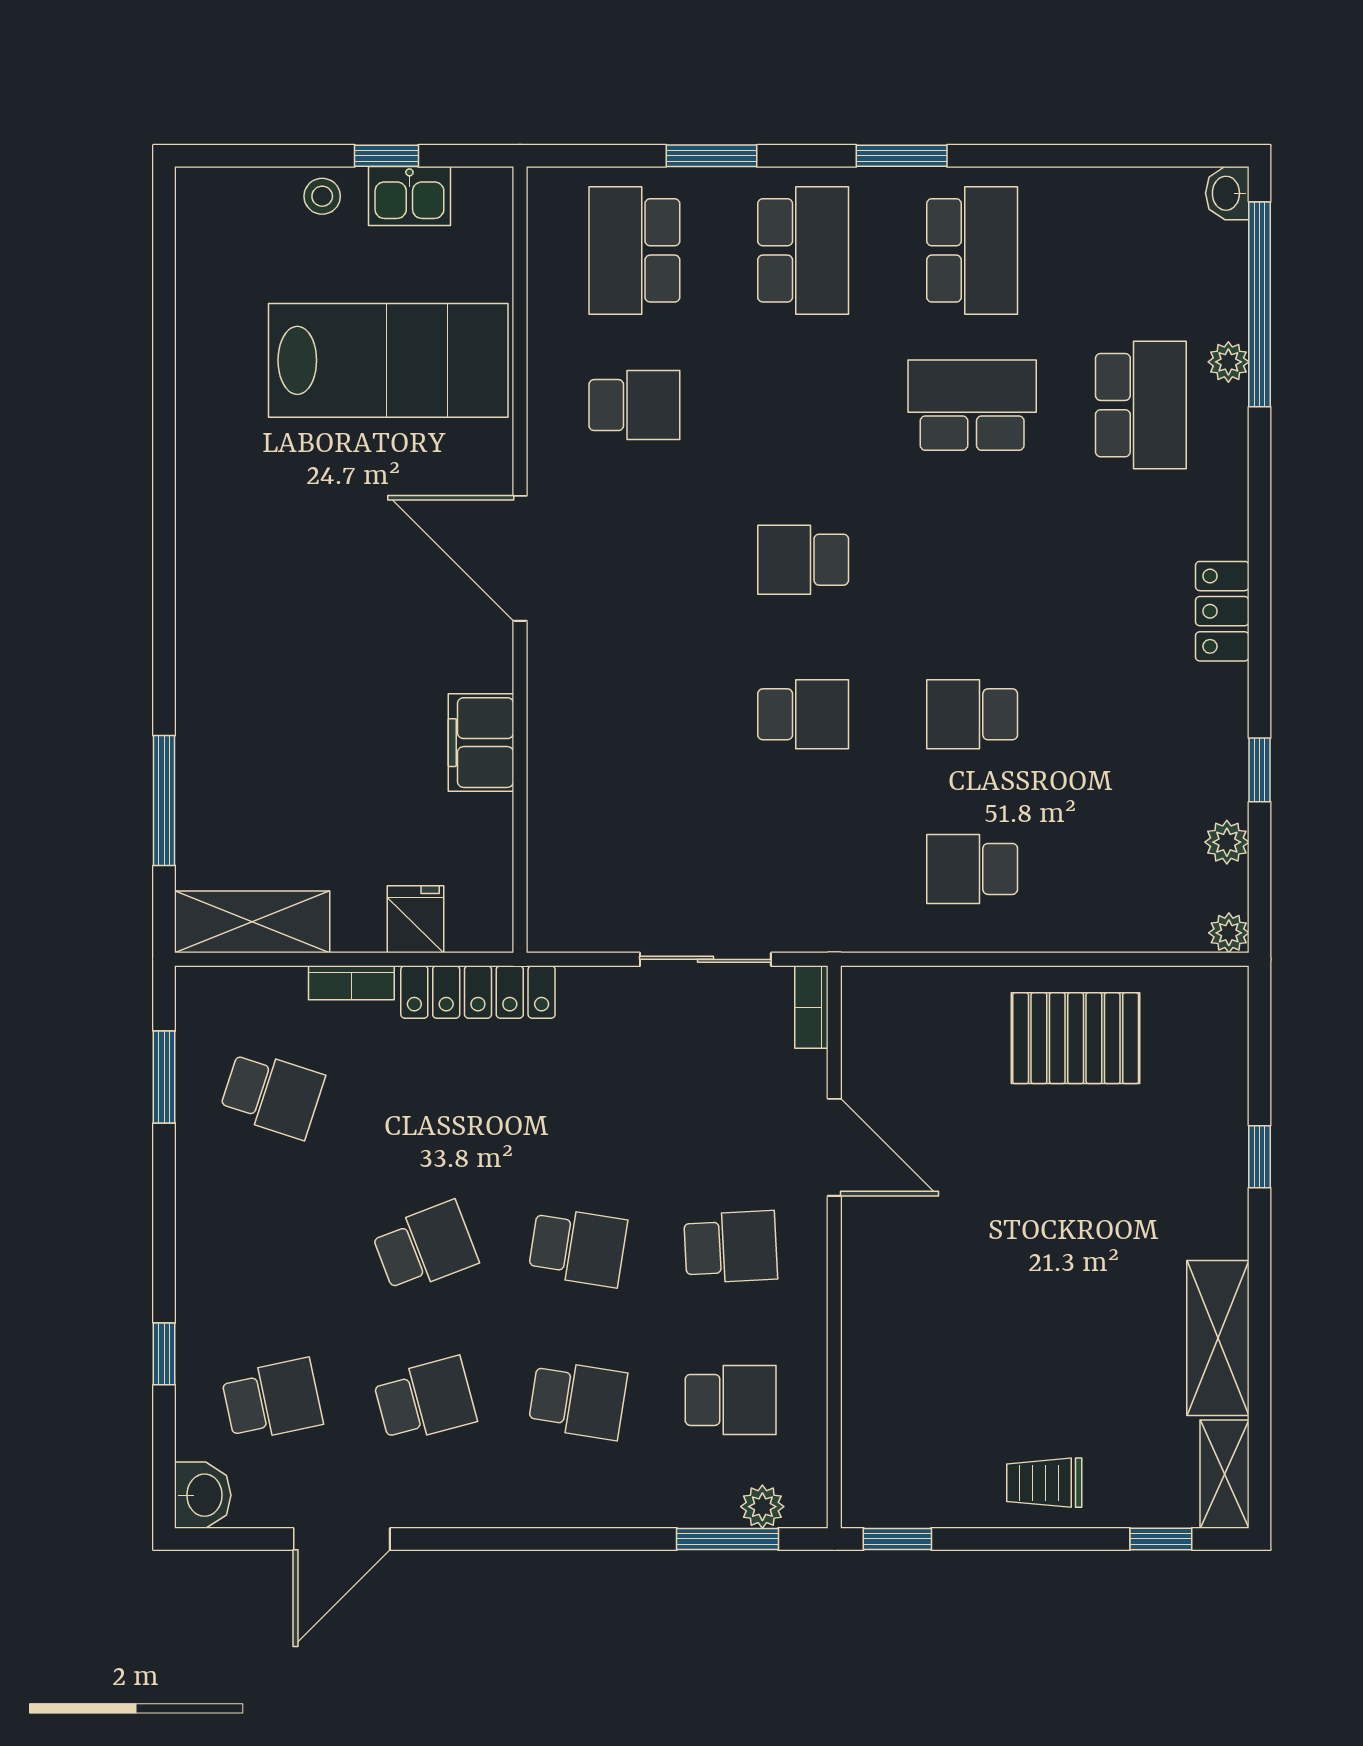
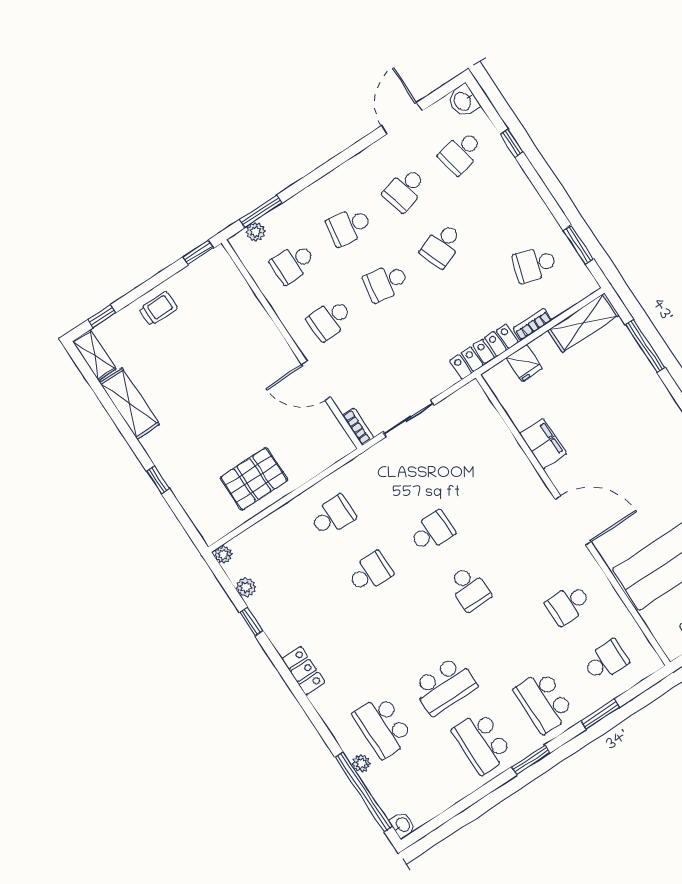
school desk: (634, 250) -> (606, 661), width x0.54
school desk: (803, 560) -> (469, 588), turned 90
school desk: (803, 714) -> (432, 532), turned 180

